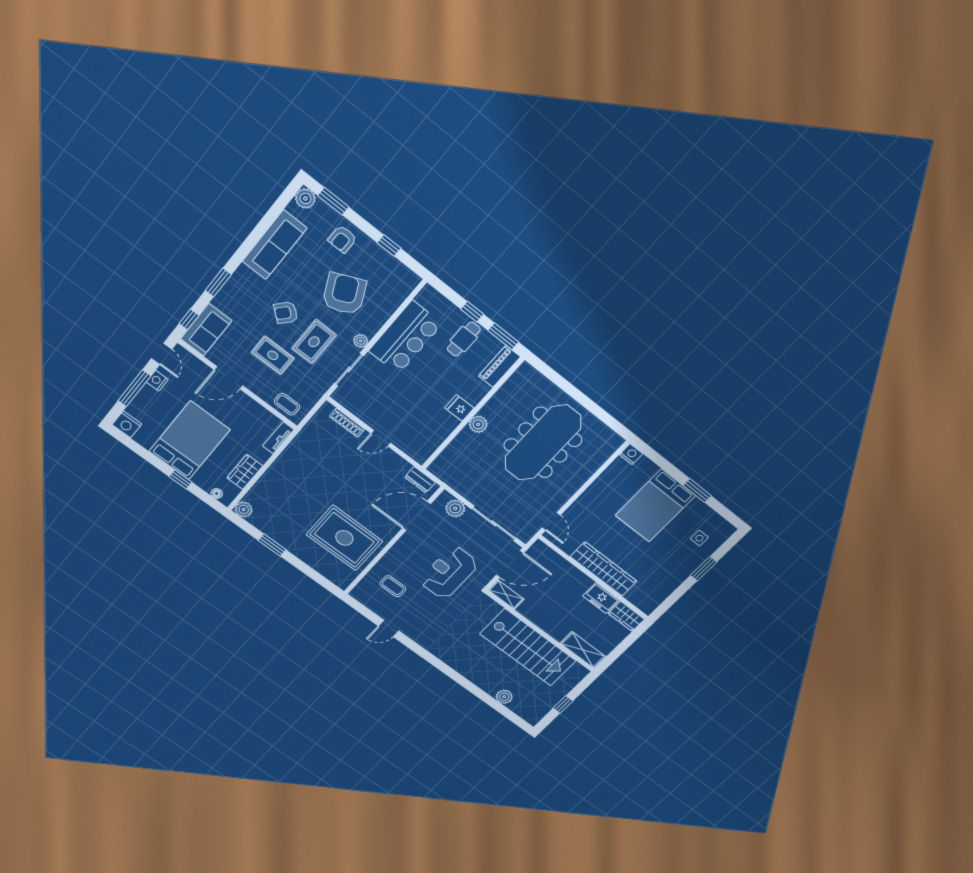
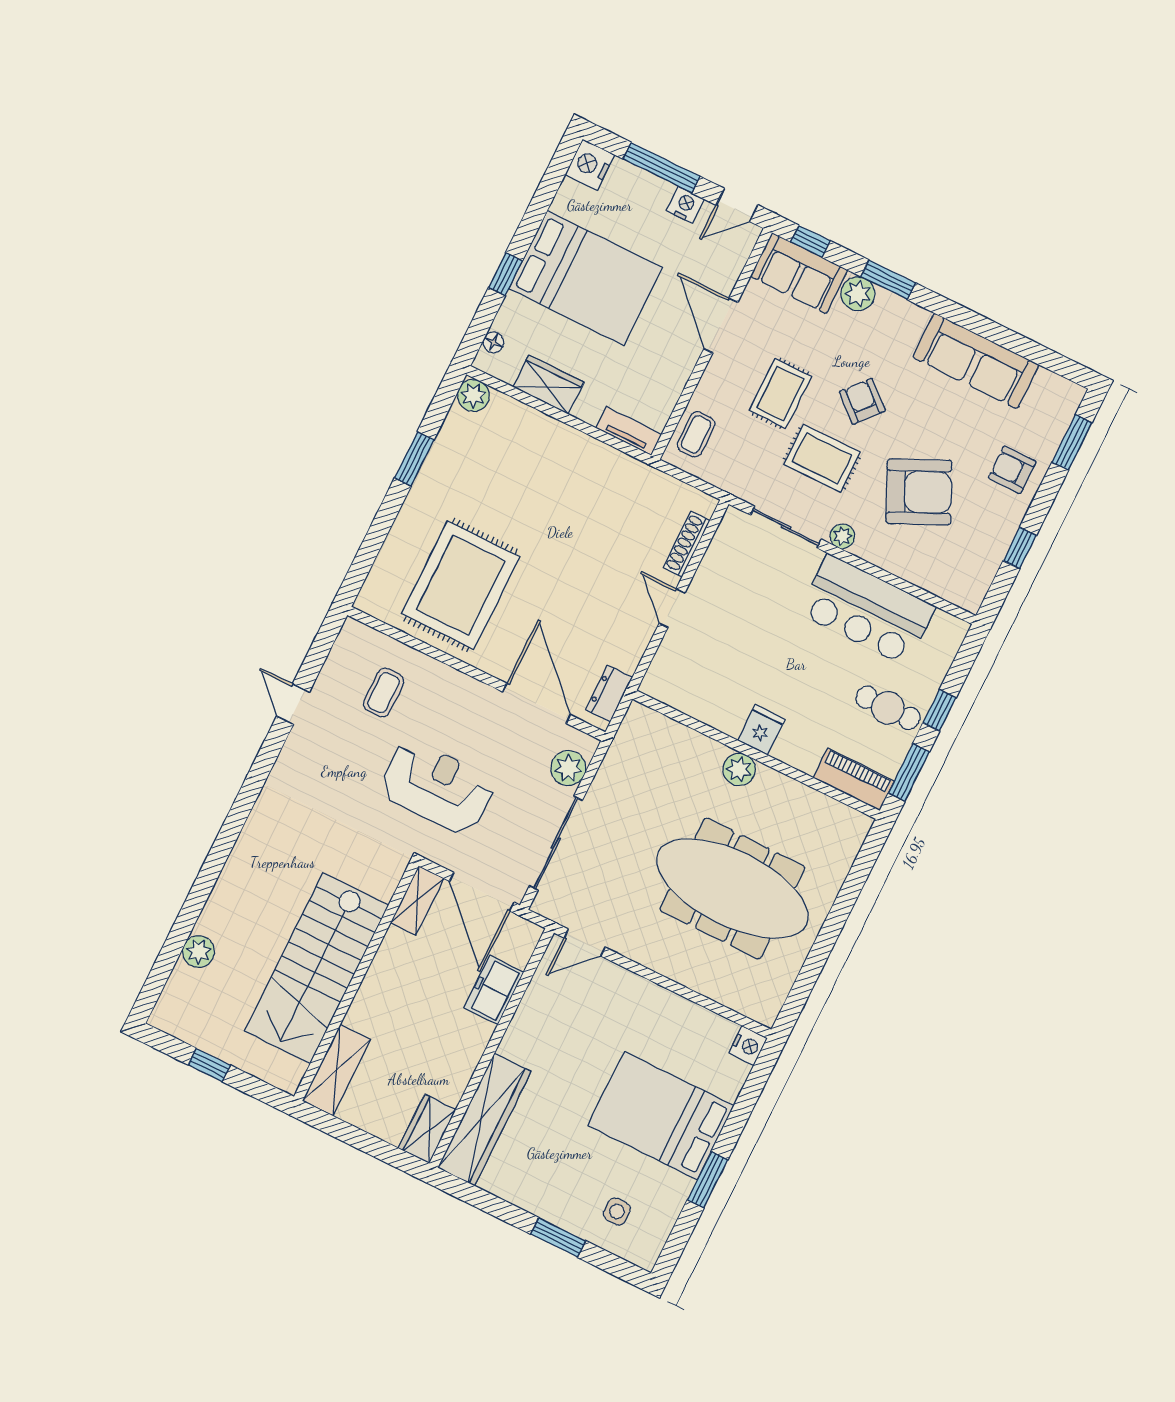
plant: (305, 198) -> (858, 294), moved
wardrobe: (604, 569) -> (484, 1120), moved
freezer: (601, 598) -> (494, 990), moved

